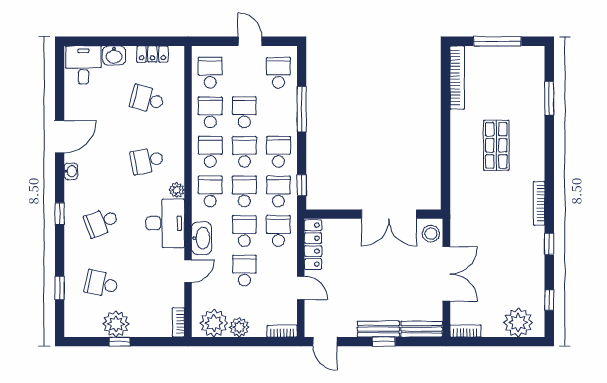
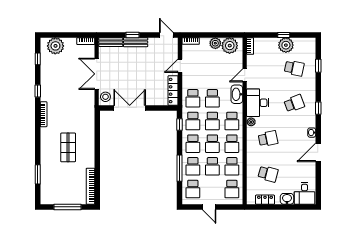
school desk: (244, 271) -> (193, 166), moved
door: (301, 288) -> (180, 66), hinge flipped

